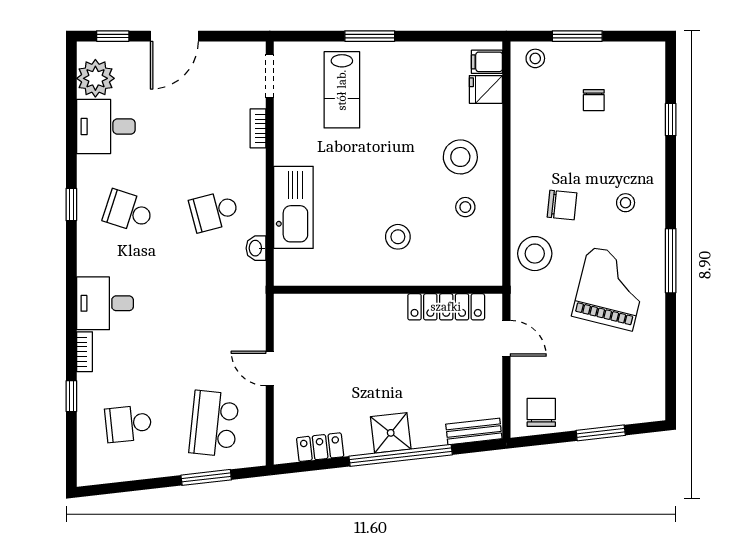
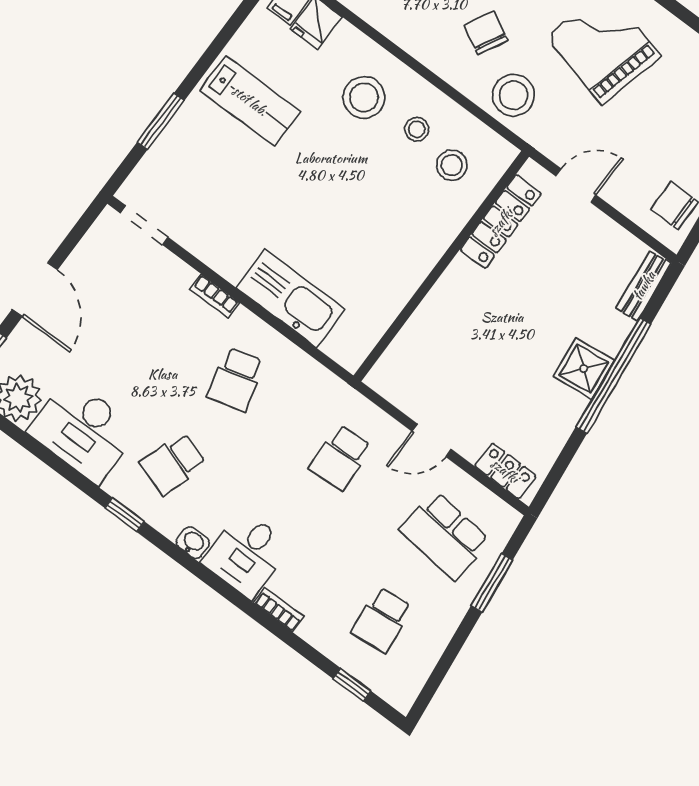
window: (370, 36) -> (161, 121), moved
lab bench: (342, 90) -> (250, 101), moved
desk: (106, 126) -> (83, 431), width x1.37
bookcase: (258, 128) -> (215, 296), moved
chair: (562, 205) -> (486, 33), turned -68
stool: (398, 237) -> (452, 165), moved
washbasin: (256, 248) -> (193, 543), moved, turned 180
school desk: (214, 317) -> (340, 457), added
window: (71, 396) -> (352, 685), moved
locker: (320, 447) -> (505, 471), moved, turned 96

